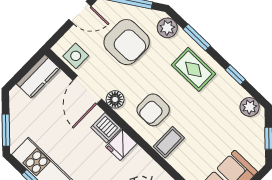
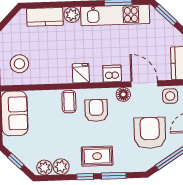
plant: (167, 28) -> (61, 167), moved
armchair: (127, 42) -> (150, 133), turned 90
window: (235, 75) -> (85, 177), moved
fridge: (121, 145) -> (81, 73), moved

